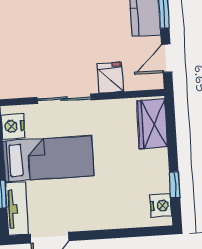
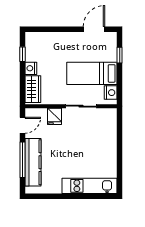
nightstand: (161, 206) -> (31, 68), moved
tv unit: (17, 209) -> (111, 46), removed

